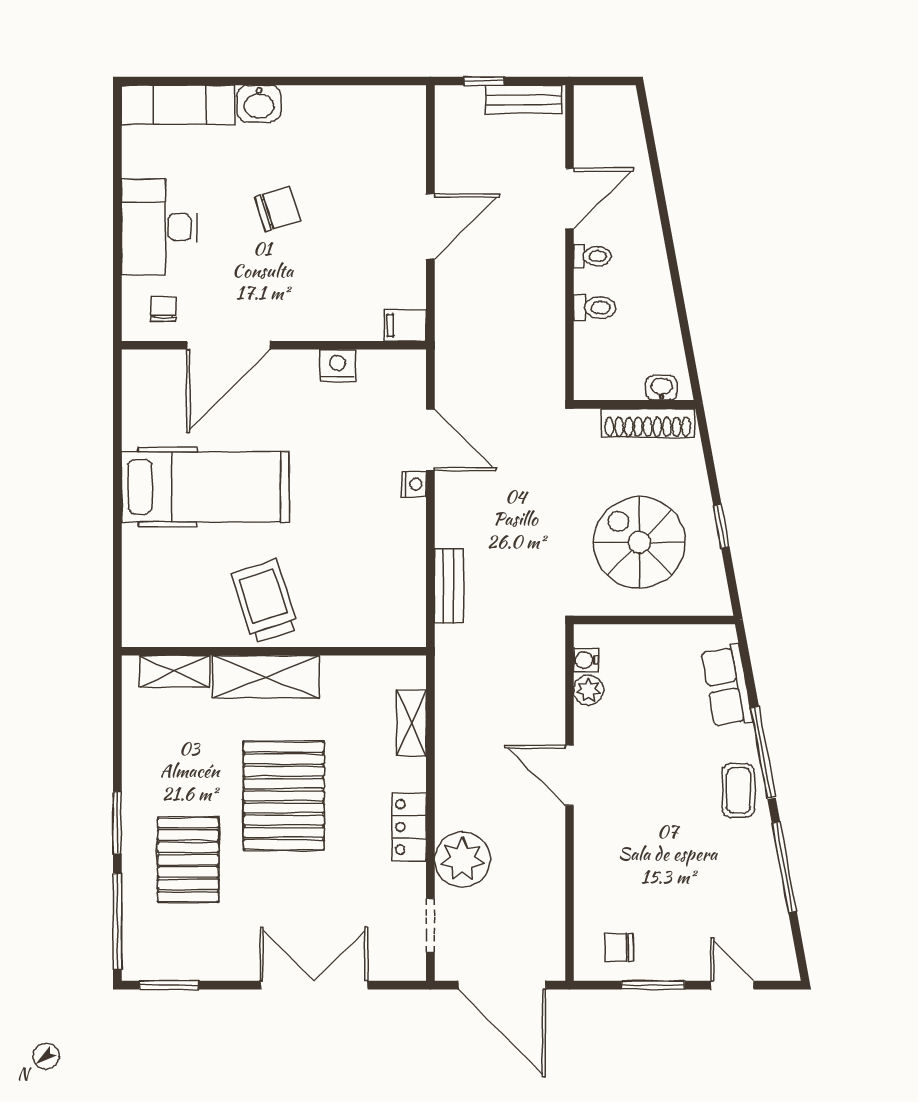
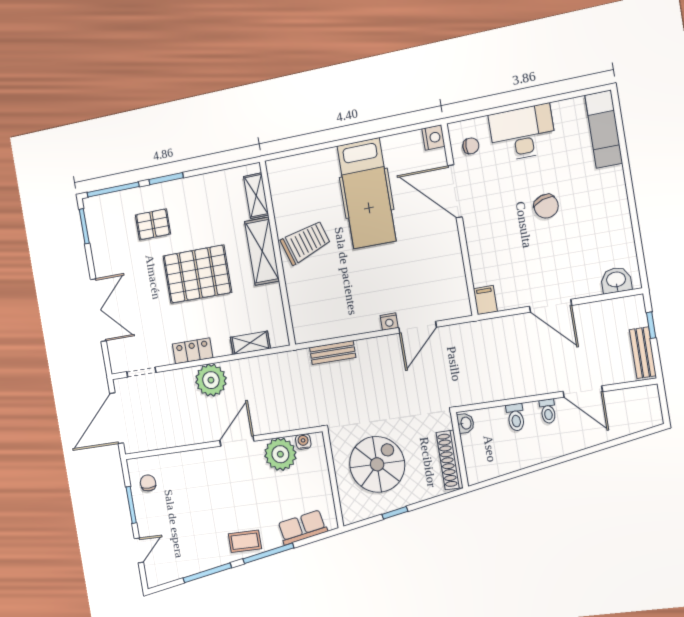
washbasin: (259, 104) -> (616, 280), moved, turned 90
nightstand: (338, 365) -> (433, 137), moved
washbasin: (662, 388) -> (466, 423), moved
plant: (588, 690) -> (280, 454), width x1.88, depth x1.88
pallet: (188, 860) -> (153, 224), width x0.67, depth x0.71
plant: (462, 860) -> (211, 380), moved

